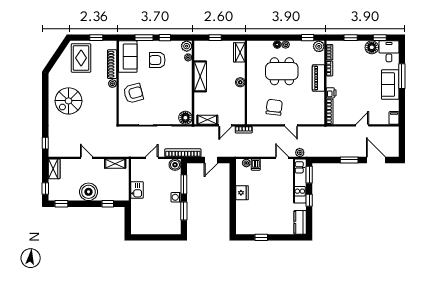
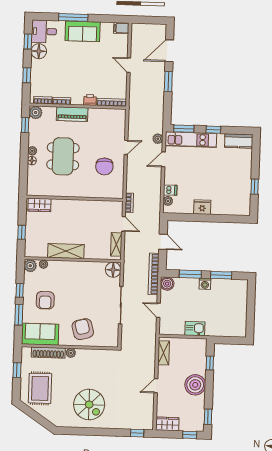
rug: (81, 58) -> (40, 388), turned 90
boiler: (240, 82) -> (74, 205), removed
chair: (274, 107) -> (104, 167), turned -97

